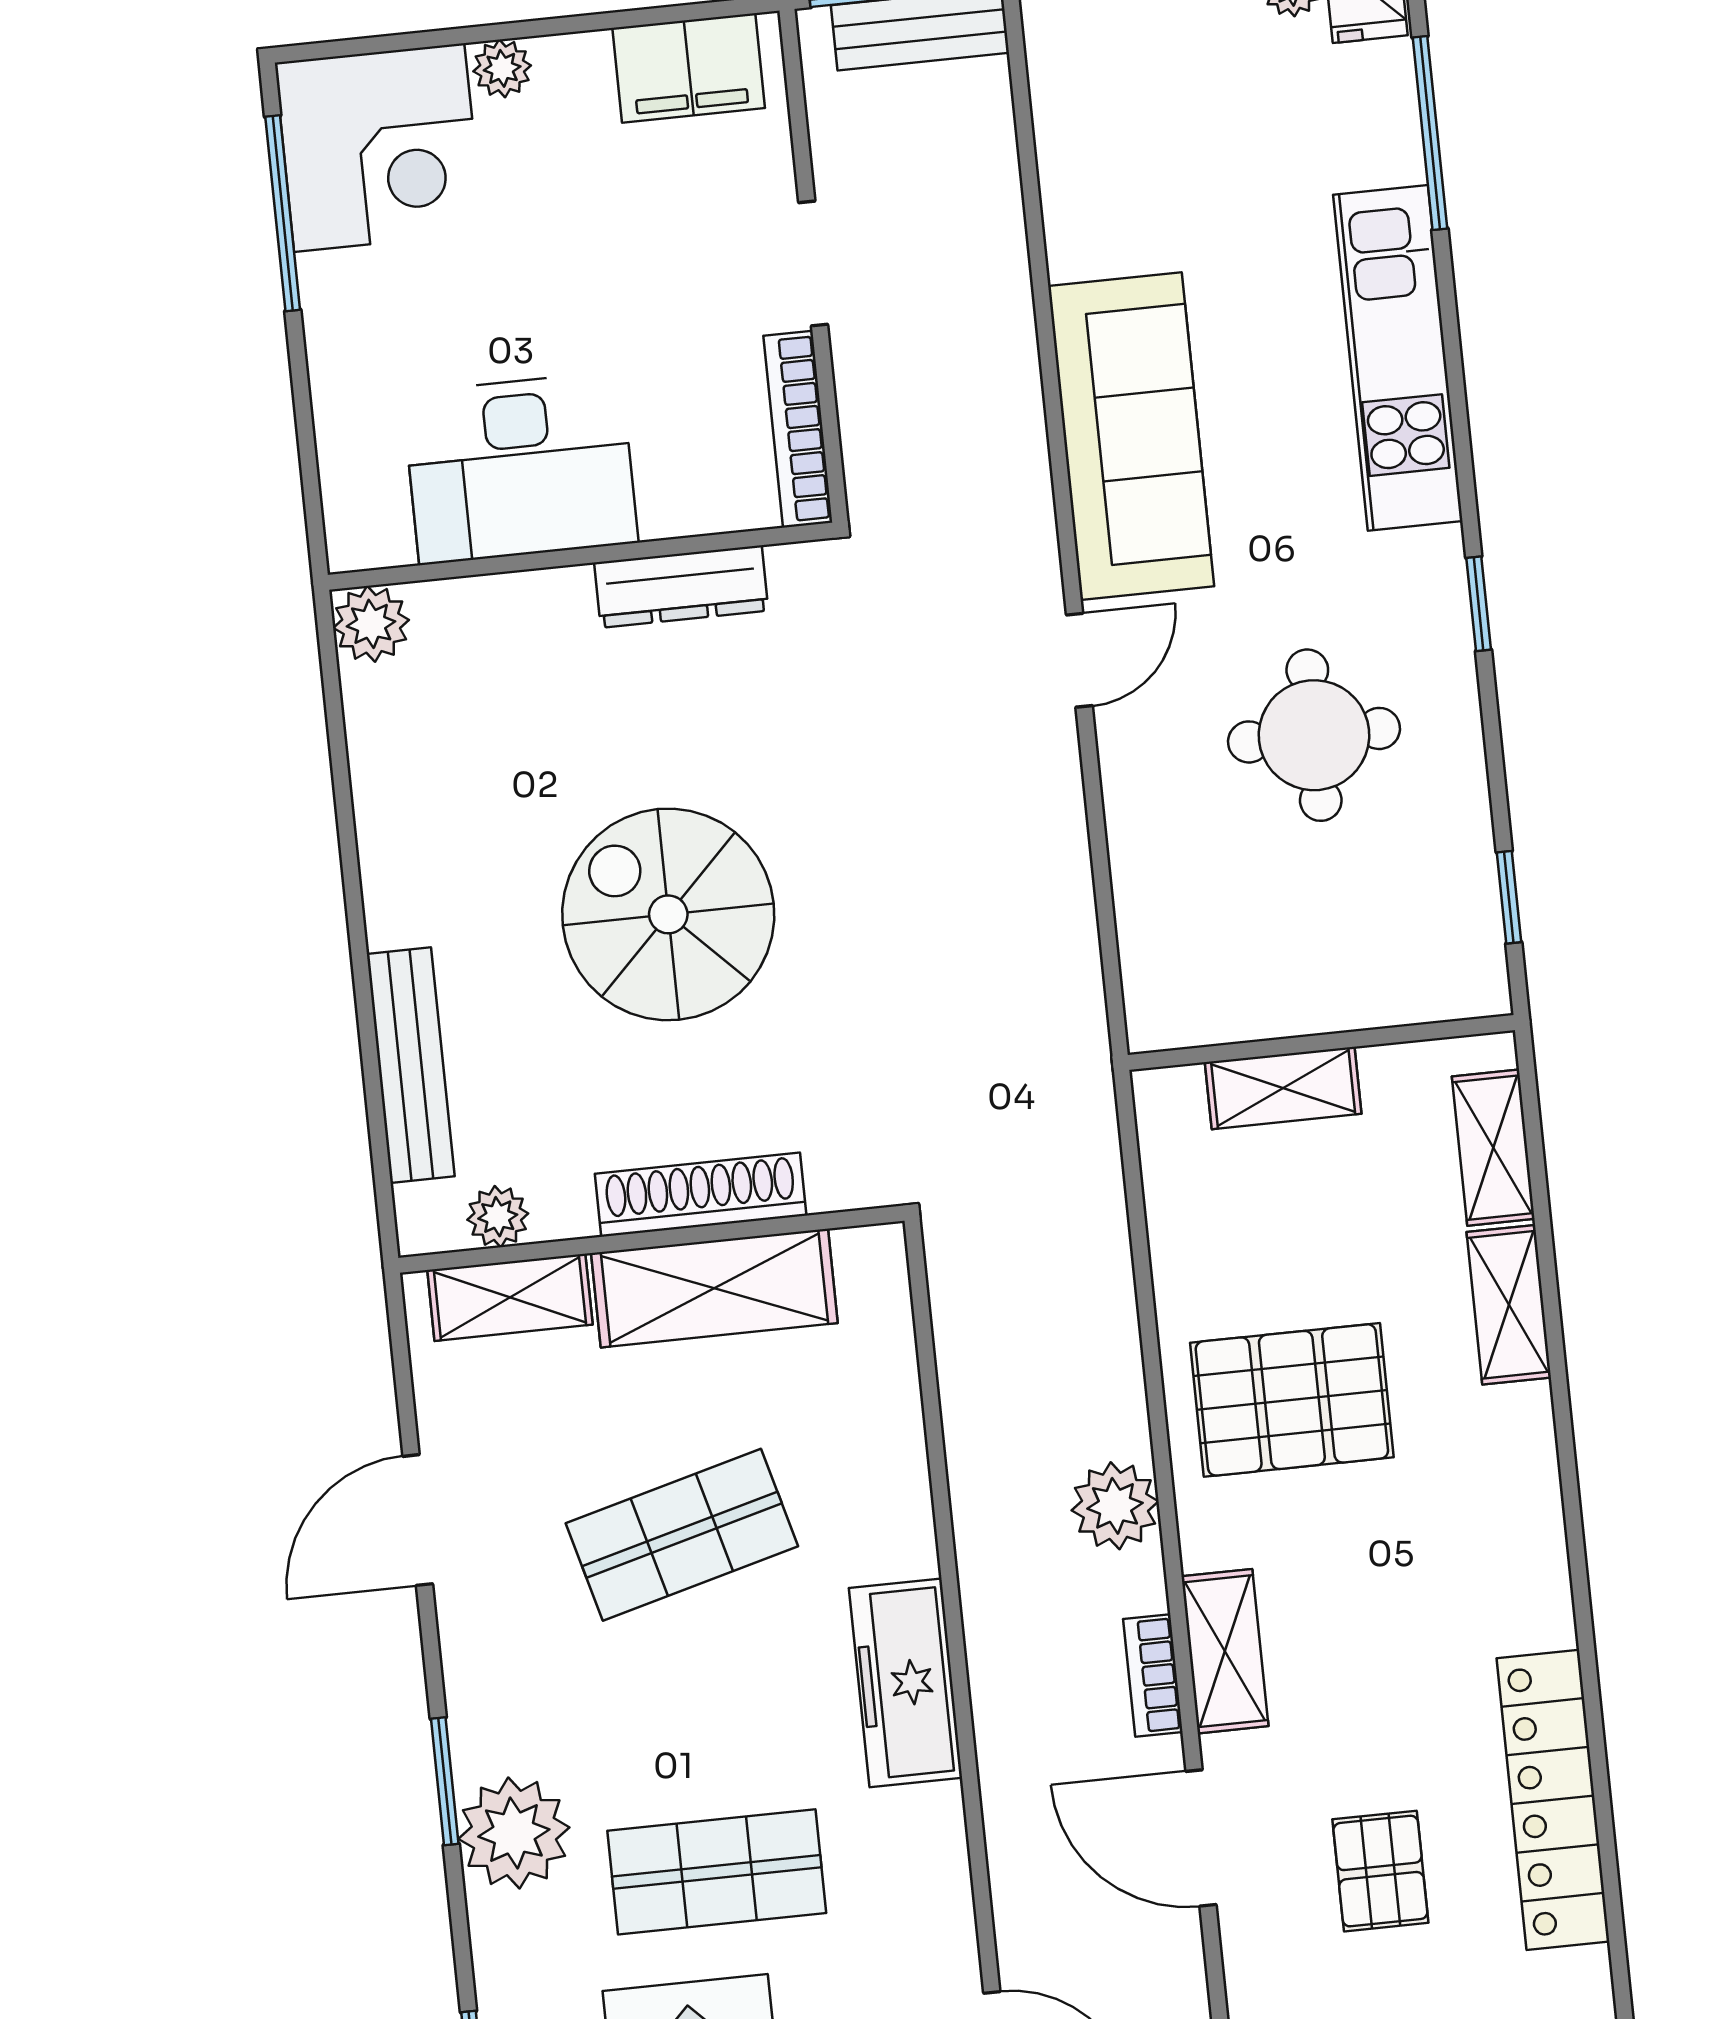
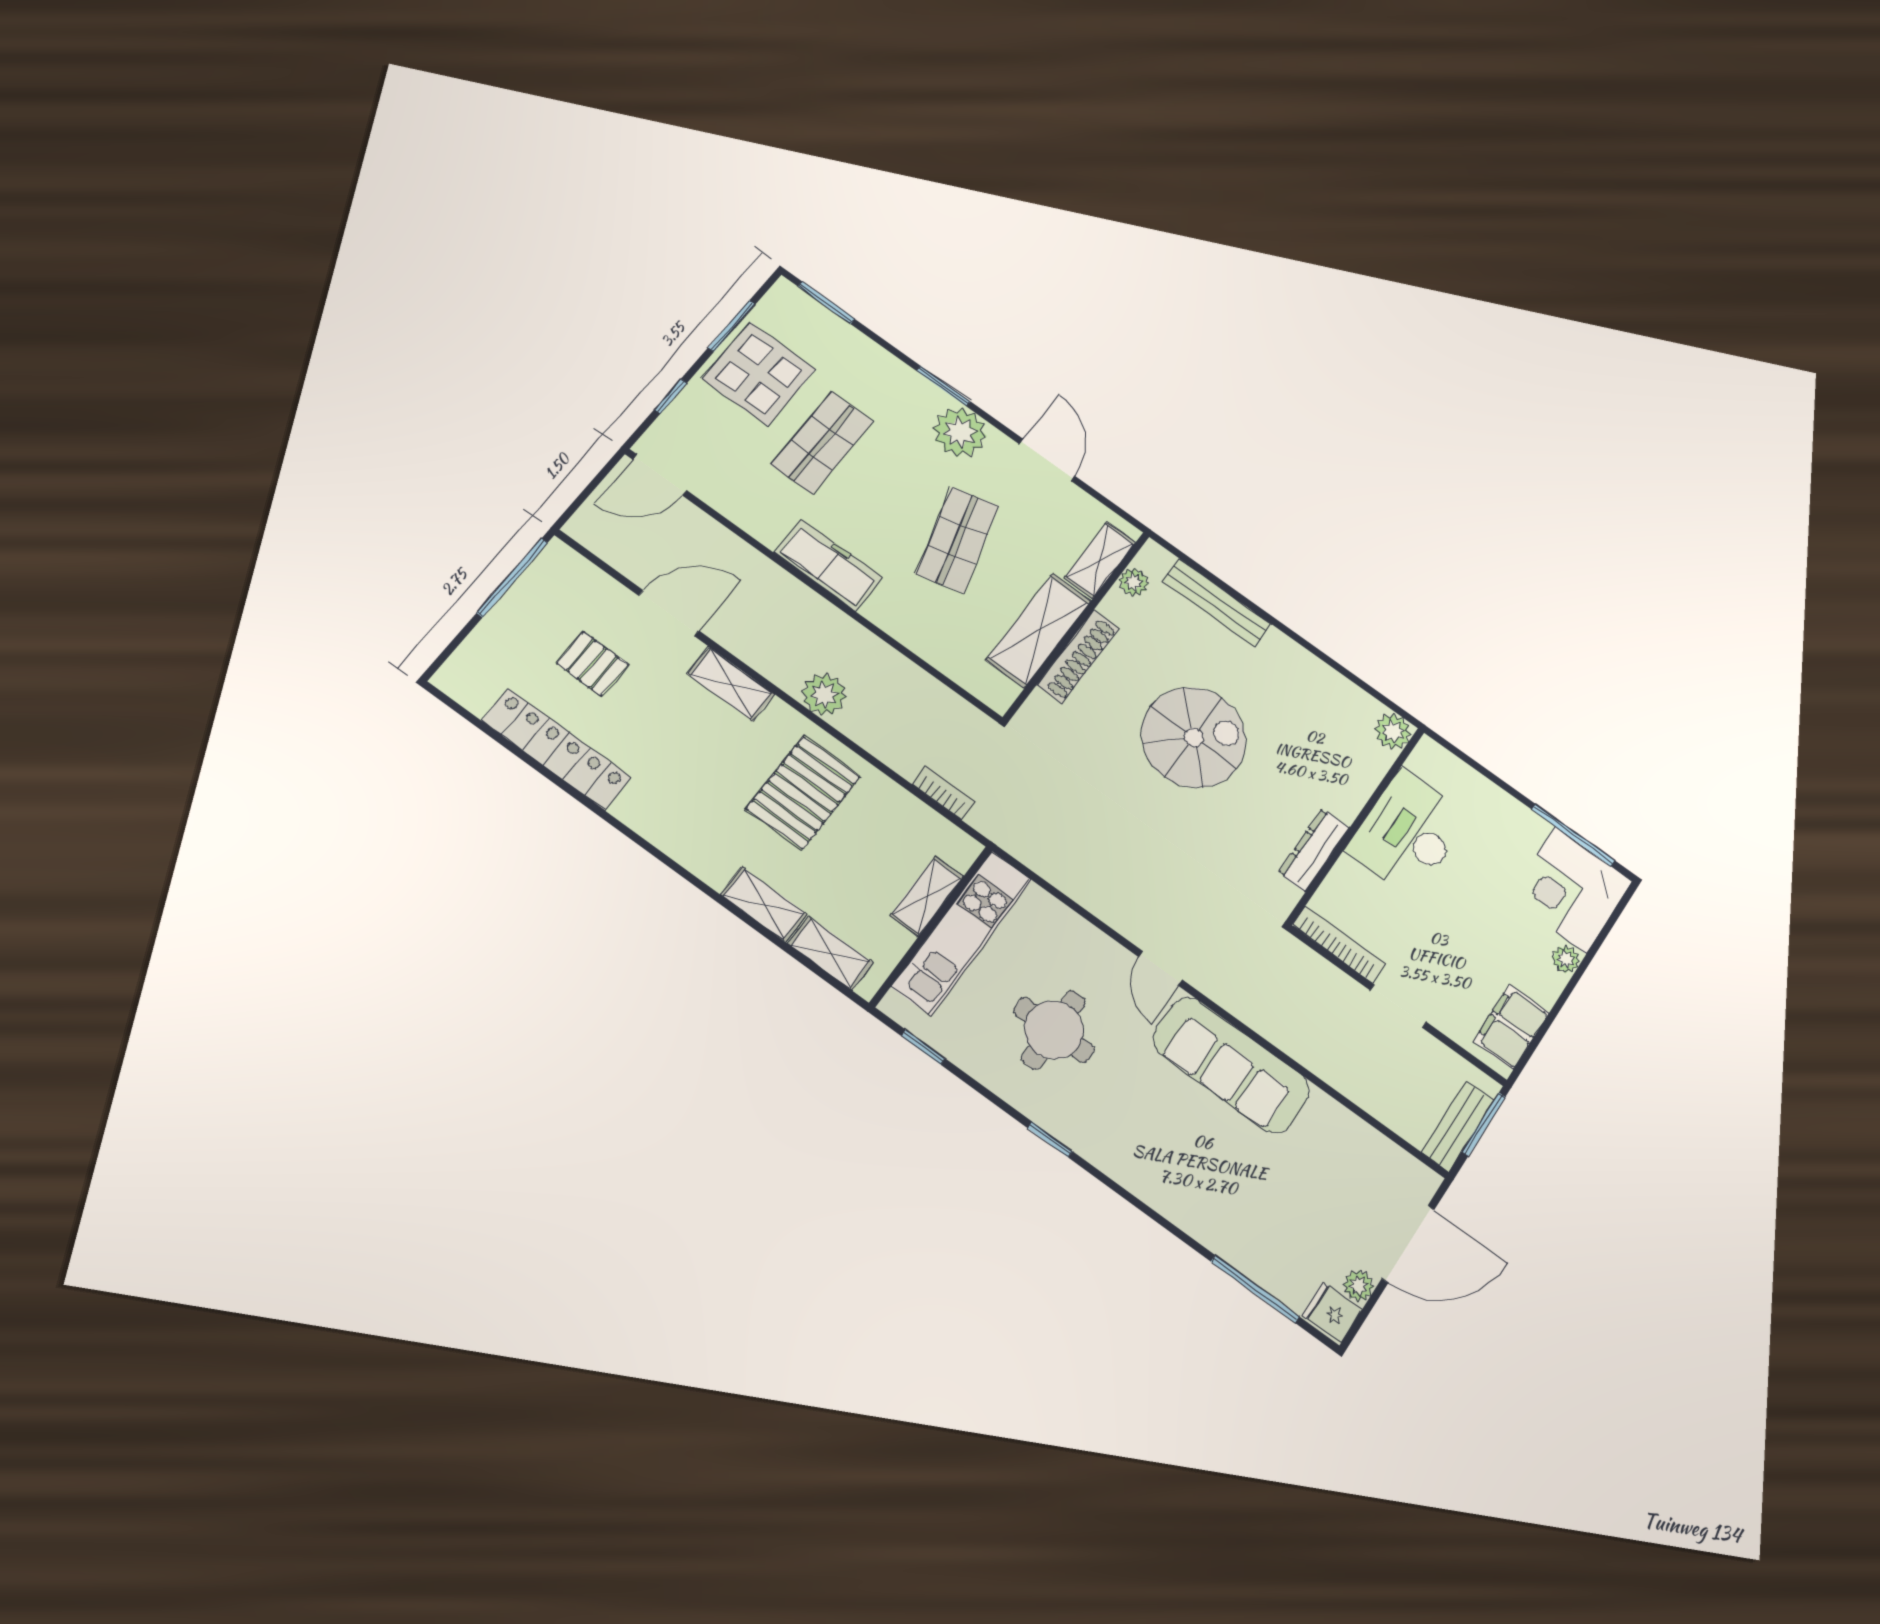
kitchen unit: (1398, 358) -> (962, 933), moved, turned 90
bookcase: (1153, 1676) -> (943, 793), moved
plant: (514, 1833) -> (960, 432), moved

